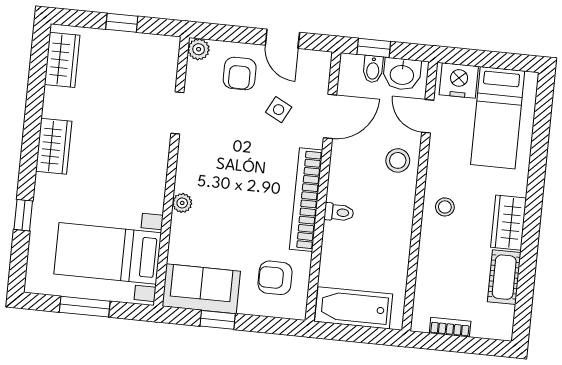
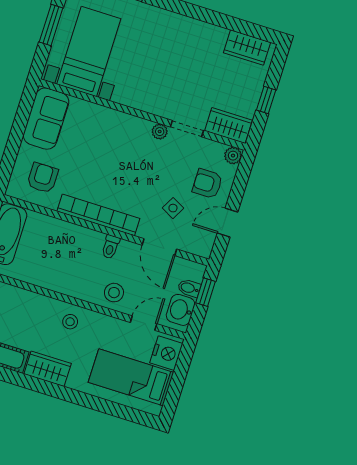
wardrobe: (54, 146) -> (229, 126), moved, turned 180
plant: (182, 203) -> (160, 132), moved
toilet: (339, 212) -> (110, 247), moved
window: (218, 320) -> (19, 126), removed

